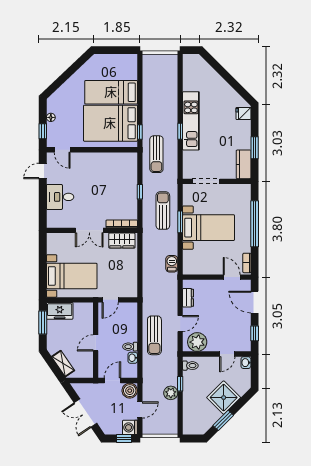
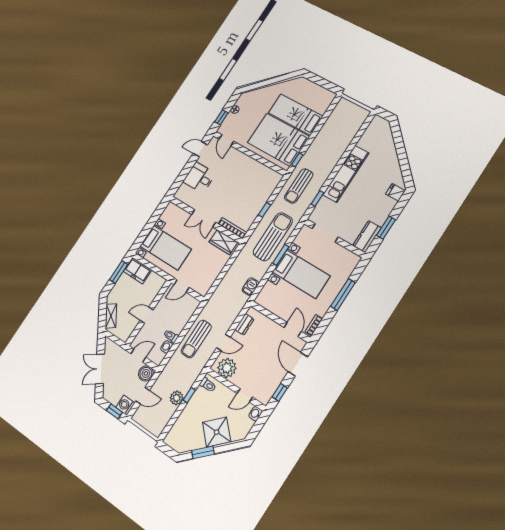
window: (180, 131) -> (317, 198), moved
sun lounger: (163, 211) -> (273, 237), width x1.36, depth x1.34
window: (255, 224) -> (343, 295), width x0.68

